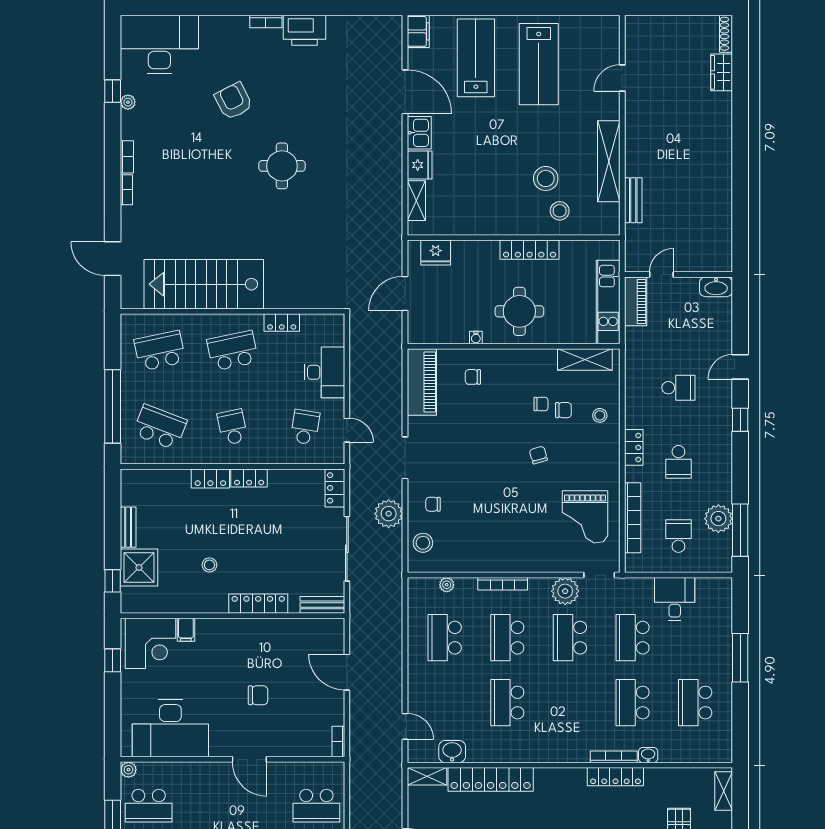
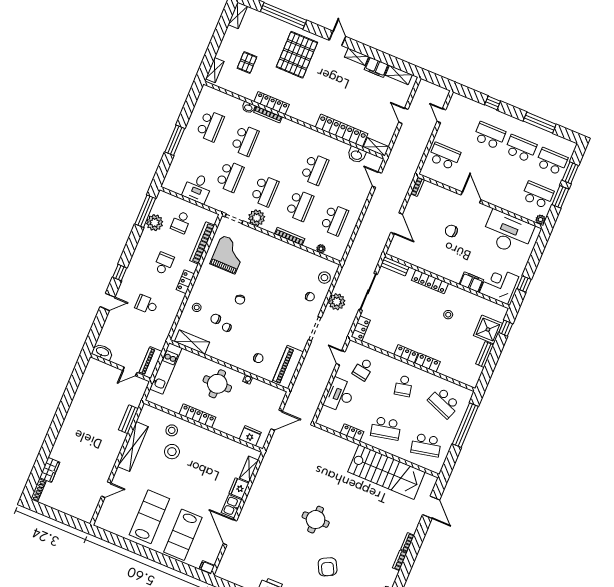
filing cabinet: (418, 31) -> (207, 567), width x0.50
filing cabinet: (186, 630) -> (471, 282), width x2.00

